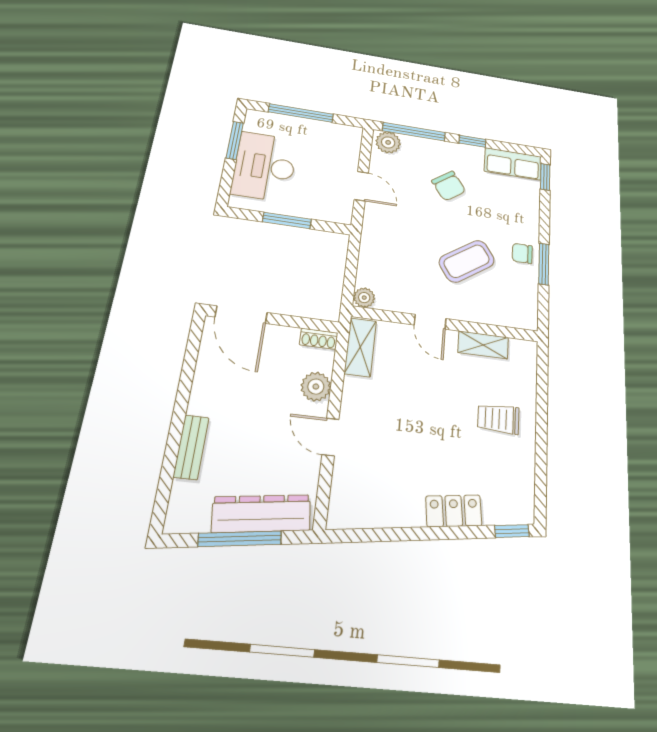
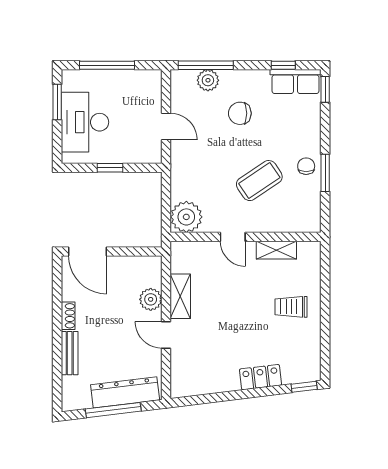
window: (472, 141) -> (283, 65), moved
plant: (388, 142) -> (208, 80), moved
chair: (449, 186) -> (240, 113), turned 126
window: (287, 220) -> (110, 168), width x0.67
chair: (522, 253) -> (306, 166), turned 90
plant: (364, 298) -> (186, 217), width x1.88, depth x1.88
shoe rack: (319, 339) -> (68, 316), moved, turned -90
shelving: (360, 347) -> (180, 296), moved

